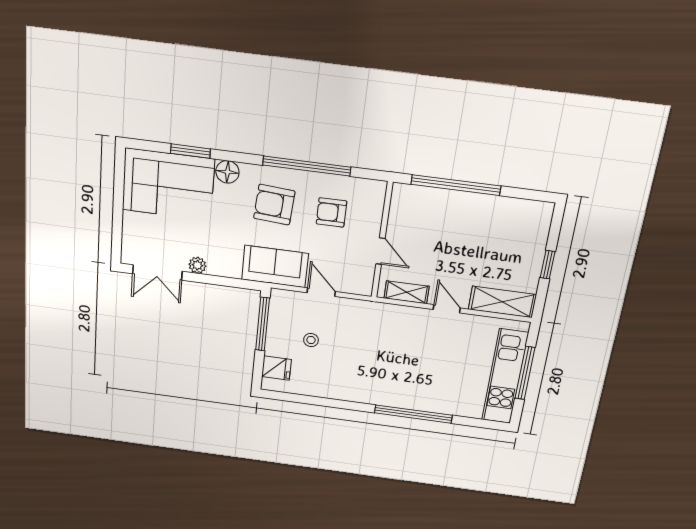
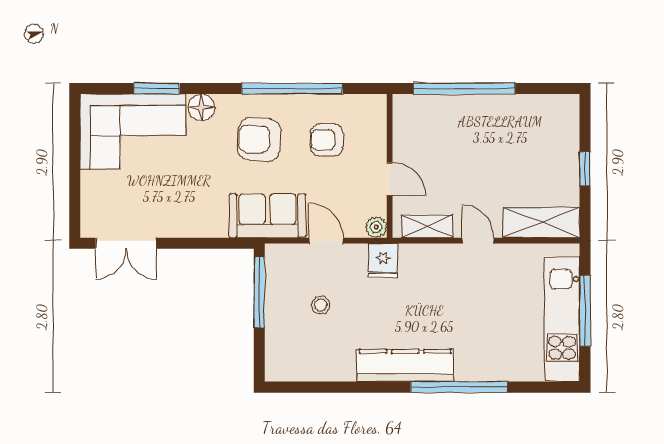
plant: (197, 265) -> (376, 227), moved
fridge: (276, 368) -> (383, 261), moved, turned 90
kitchen counter: (373, 393) -> (405, 366), added

